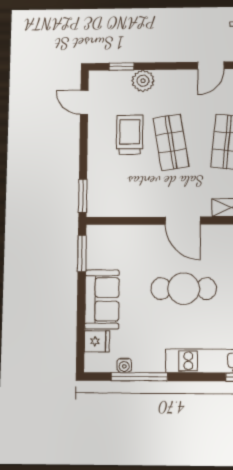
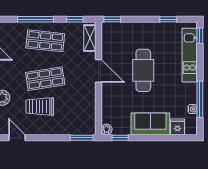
door: (84, 102) -> (17, 138), swing flipped
door: (183, 221) -> (99, 71), hinge flipped
plant: (95, 233) -> (106, 129), added
window: (82, 253) -> (120, 138), width x0.67

